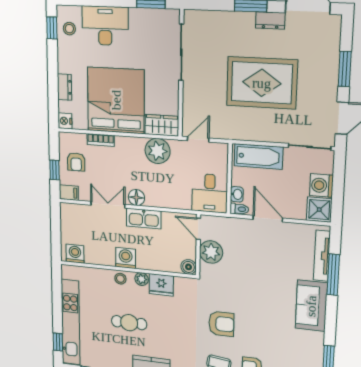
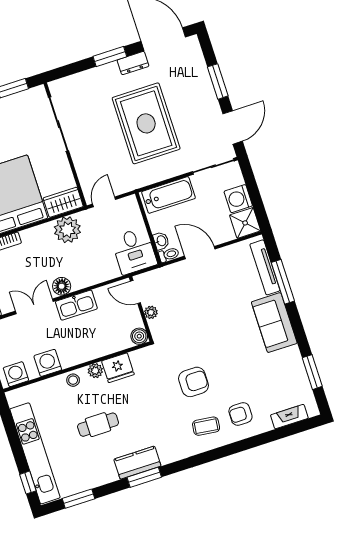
rug: (262, 83) -> (146, 123), turned 90
plant: (211, 252) -> (151, 312), width x0.53, depth x0.53
washing machine: (126, 258) -> (48, 363), moved

